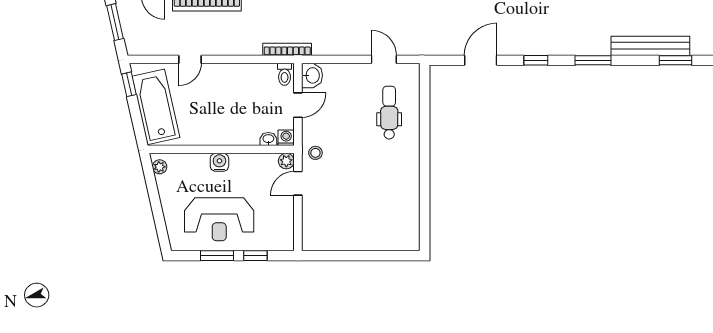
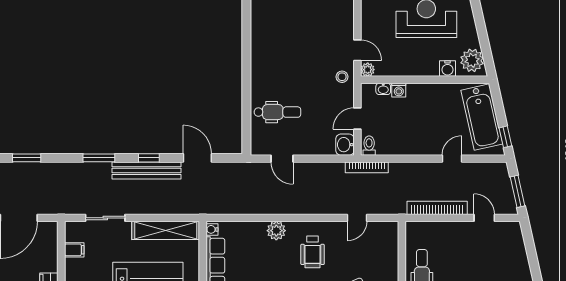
bench: (650, 46) -> (146, 171), moved
door: (481, 60) -> (197, 158), swing flipped
dental chair: (389, 113) -> (277, 112), turned -90
washing machine: (286, 138) -> (399, 90), moved
water cooler: (219, 162) -> (447, 69), moved
plant: (160, 167) -> (472, 60), width x1.88, depth x1.88
door: (298, 183) -> (357, 50), hinge flipped

